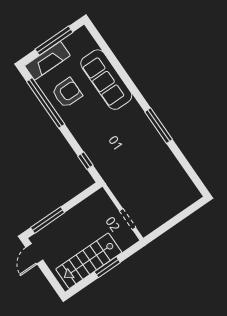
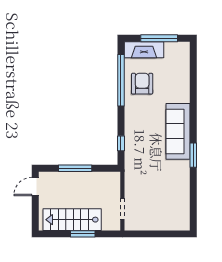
sofa: (106, 80) -> (178, 131), moved
armchair: (67, 93) -> (142, 84), turned -90
window: (159, 126) -> (193, 155), width x0.69
window: (48, 220) -> (75, 168), moved

